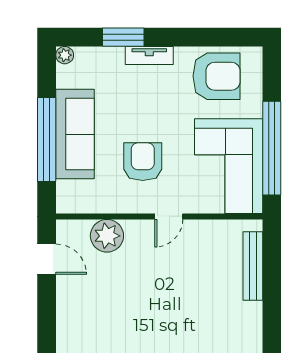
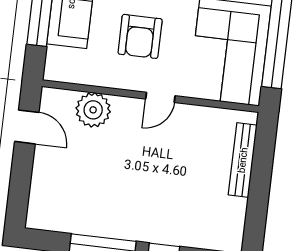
armchair: (143, 162) -> (140, 36), turned 180

